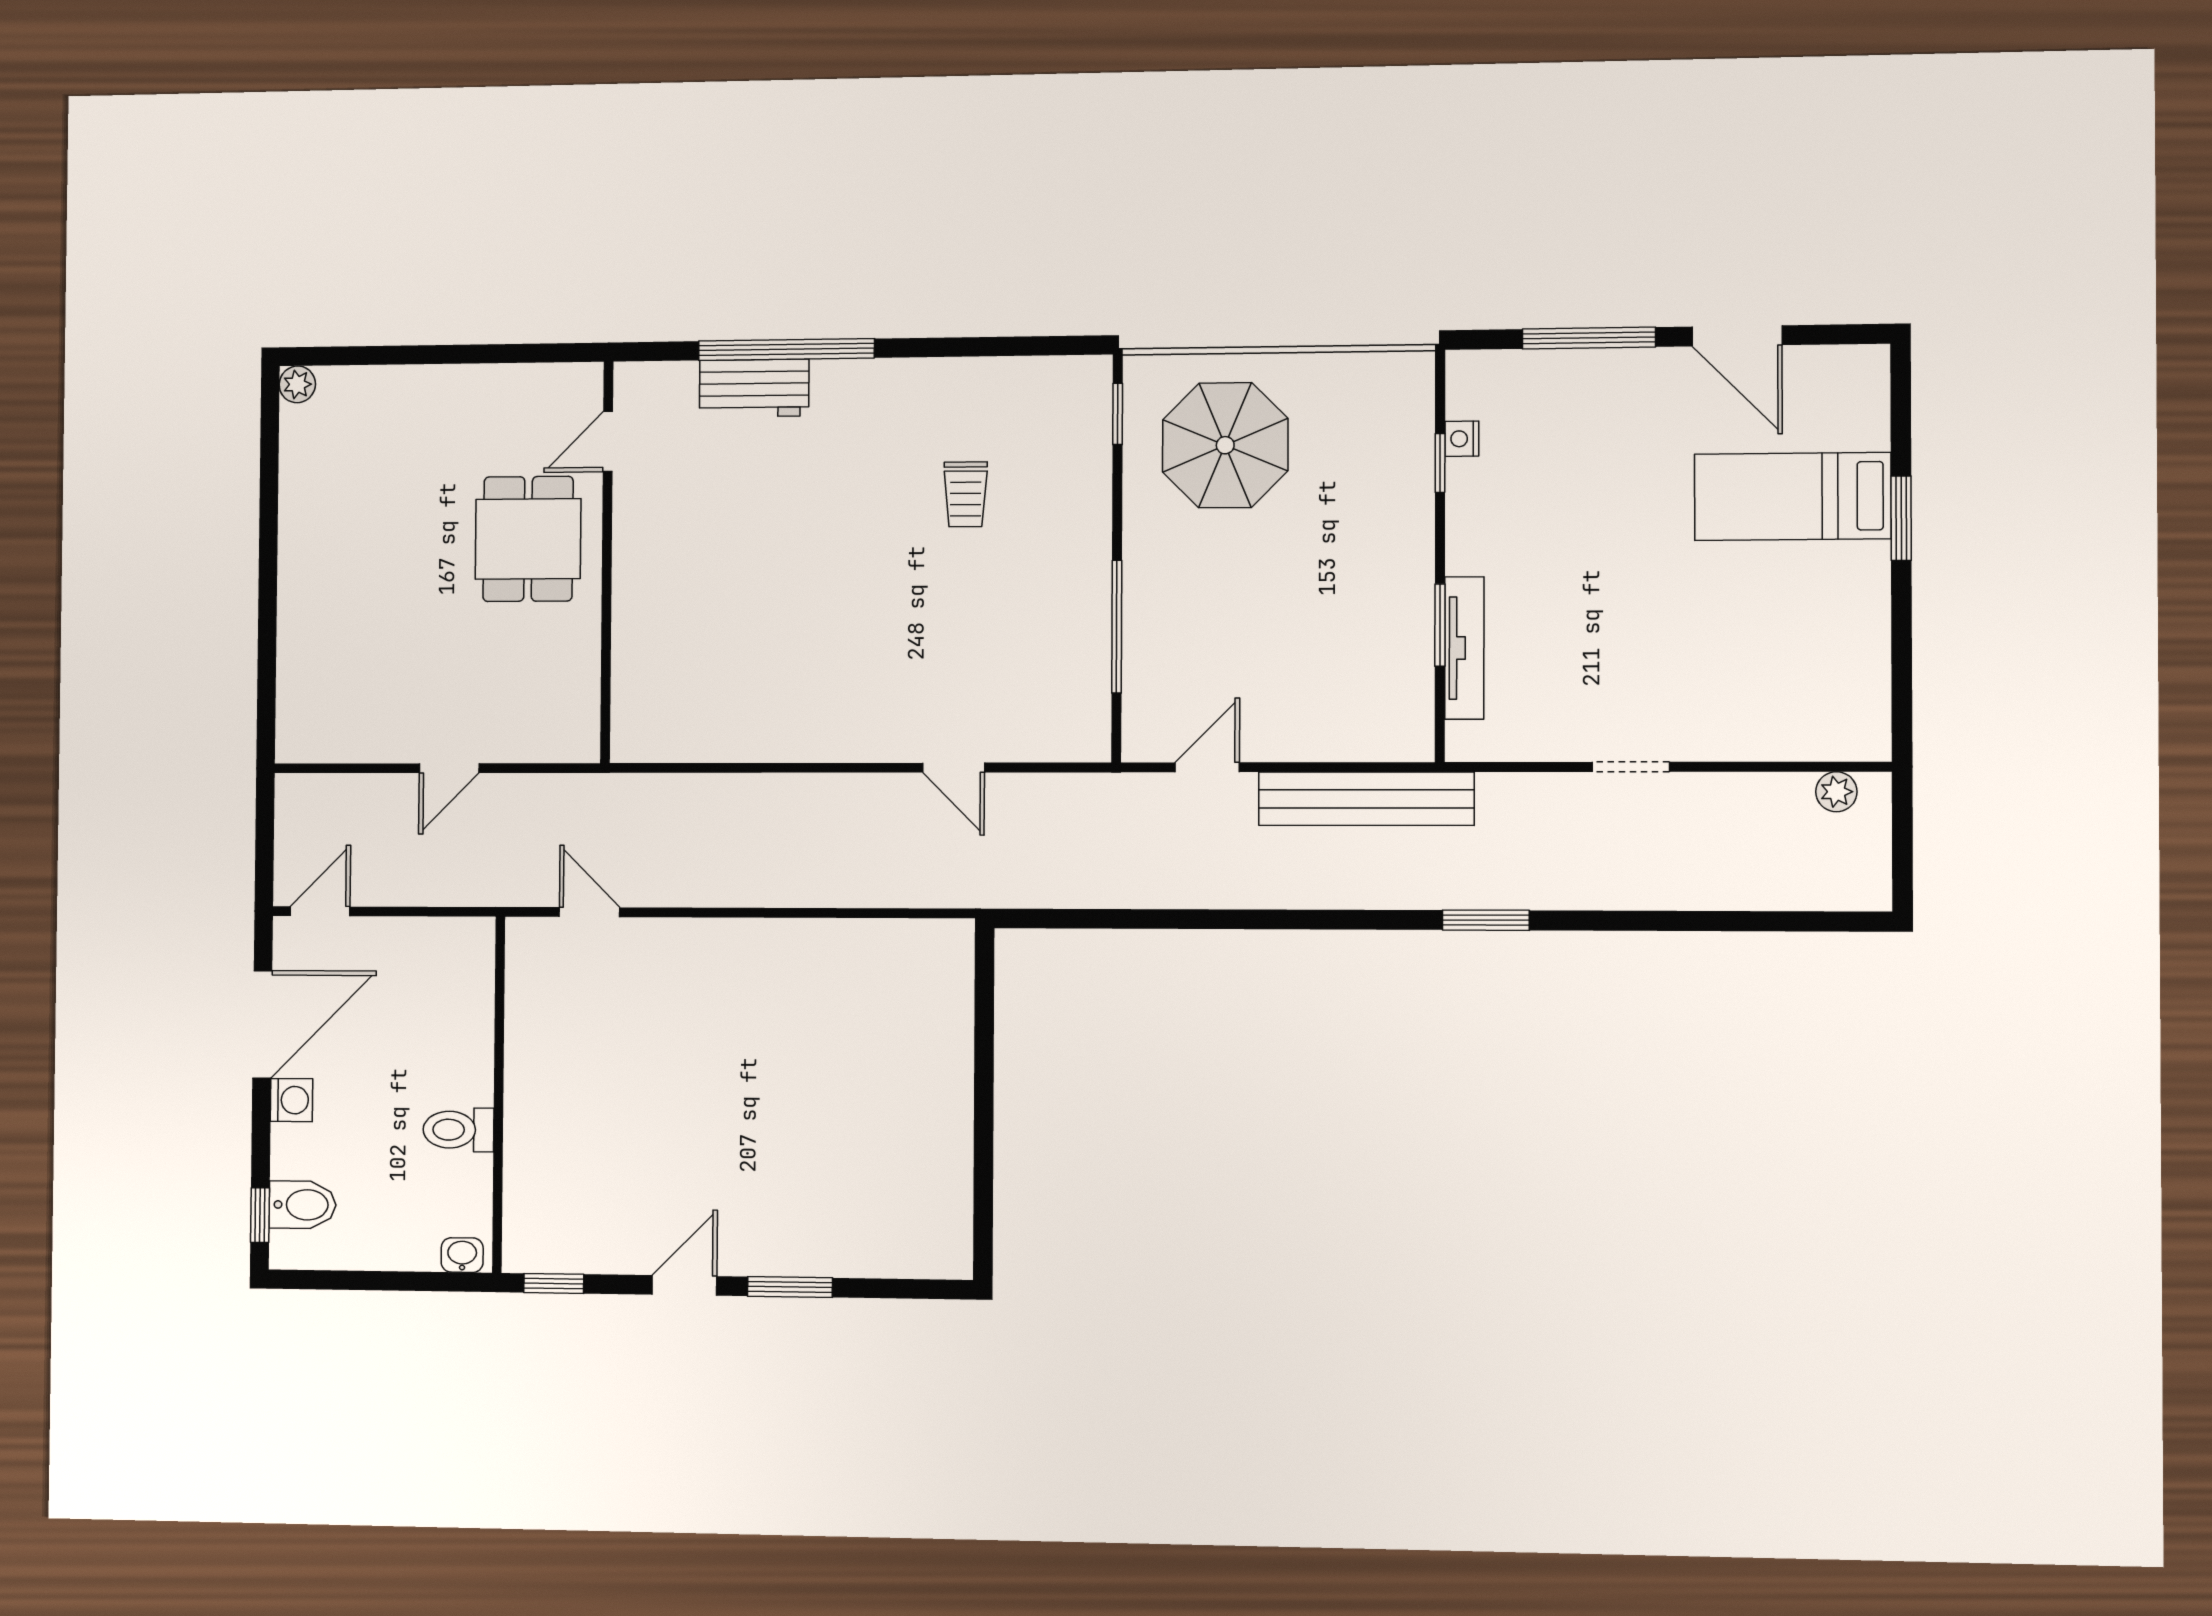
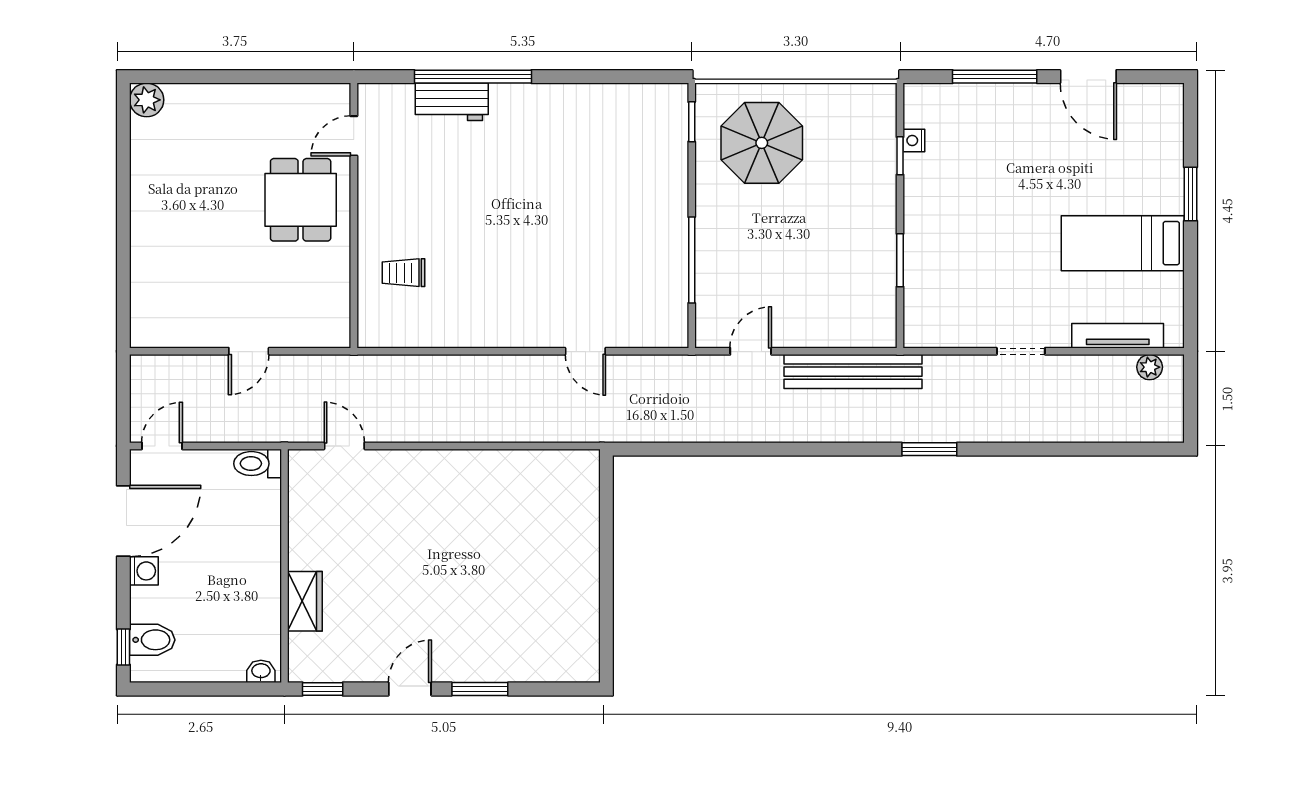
plant: (297, 384) -> (147, 100), width x1.38, depth x1.38
trolley: (966, 494) -> (403, 273), moved, turned 90
bed: (1793, 496) -> (1123, 243), moved
tv unit: (1464, 648) -> (1118, 336), moved, turned -90
toilet: (458, 1130) -> (258, 464), moved
wardrobe: (528, 1149) -> (305, 601), added

